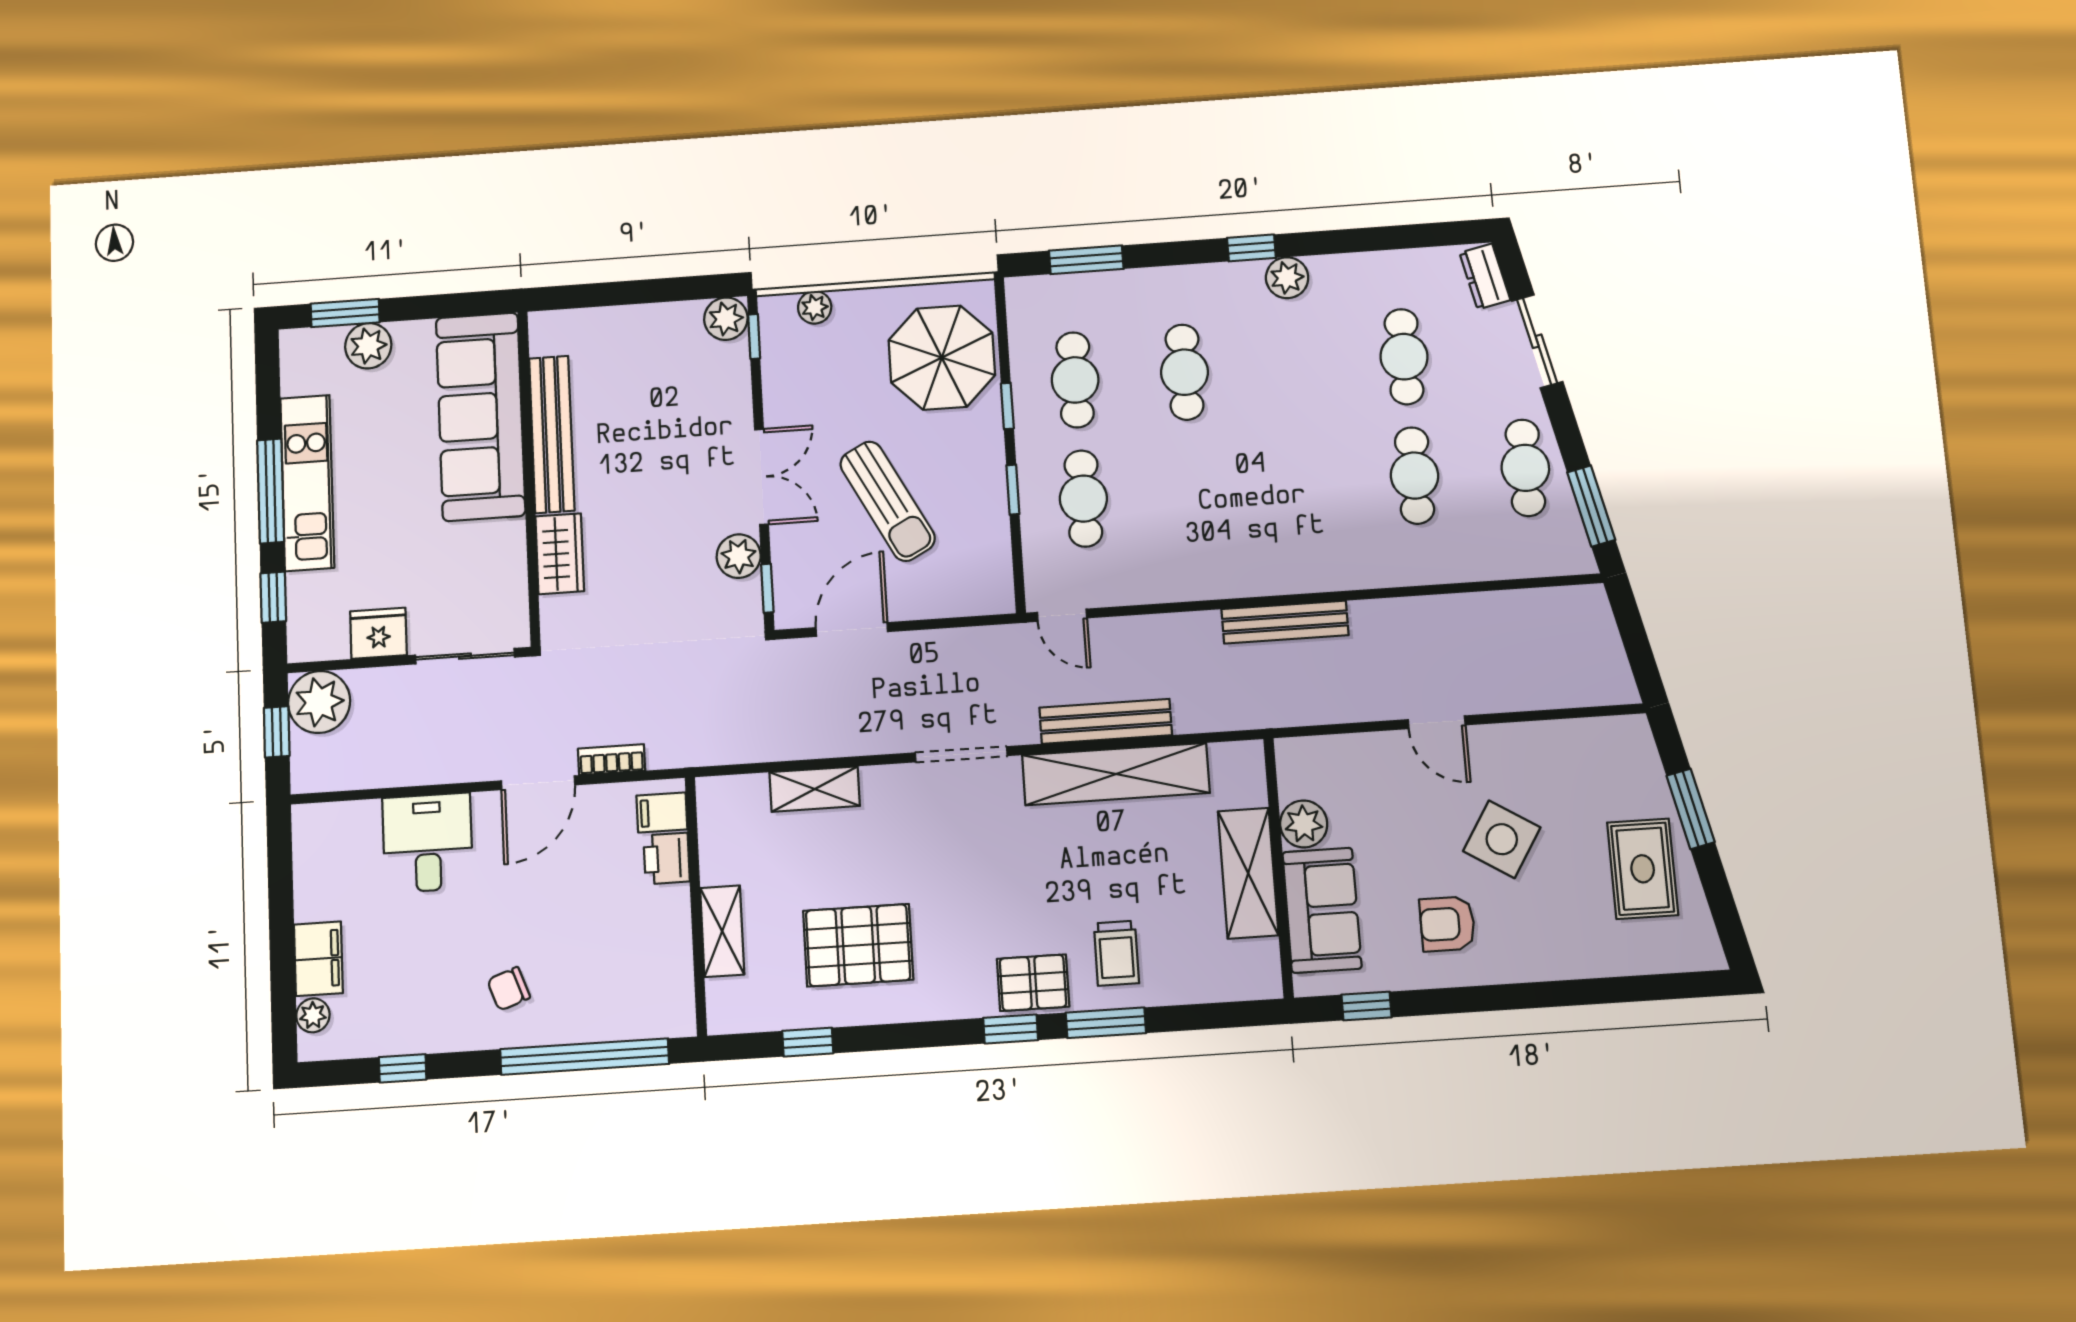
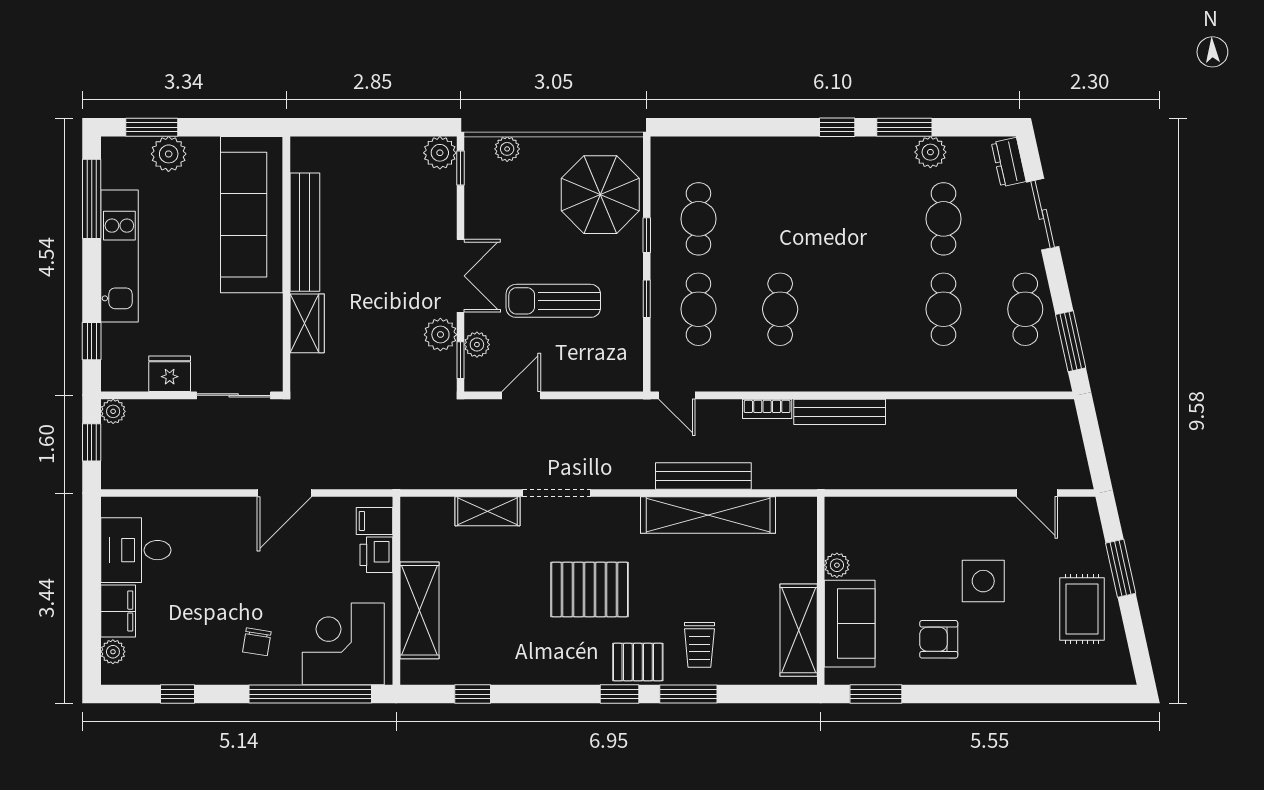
window: (1086, 260) -> (904, 127), moved
plant: (1287, 278) -> (930, 152), moved
cafe table: (1185, 372) -> (780, 309), moved
window: (271, 491) -> (92, 199), moved
sun lounger: (888, 501) -> (553, 301), turned 118
plant: (788, 566) -> (477, 345), added
door: (852, 630) -> (521, 395), width x0.73
plant: (319, 702) -> (113, 411), width x0.53, depth x0.53
door: (1437, 722) -> (1037, 493), moved
doorway: (961, 754) -> (556, 493), moved
bookcase: (612, 760) -> (767, 409), moved, turned 180
plant: (1304, 824) -> (837, 565), width x0.73, depth x0.73
side table: (1502, 839) -> (983, 581), turned -32
desk: (428, 843) -> (136, 550), moved, turned -90
shelving: (1248, 873) -> (799, 630), moved
shelving: (722, 931) -> (419, 610), width x1.50, depth x1.33
pallet: (858, 945) -> (590, 589), moved
corner desk: (627, 984) -> (343, 644), added
chair: (509, 989) -> (257, 642), turned -61
window: (1366, 1006) -> (876, 694), width x1.50

